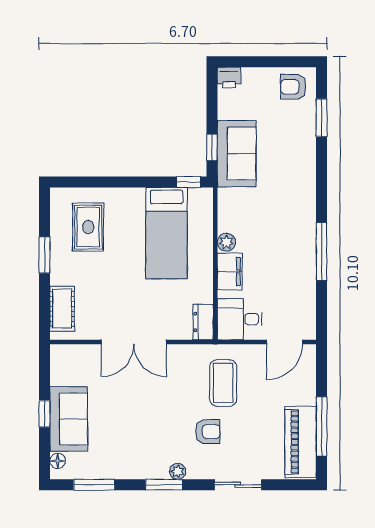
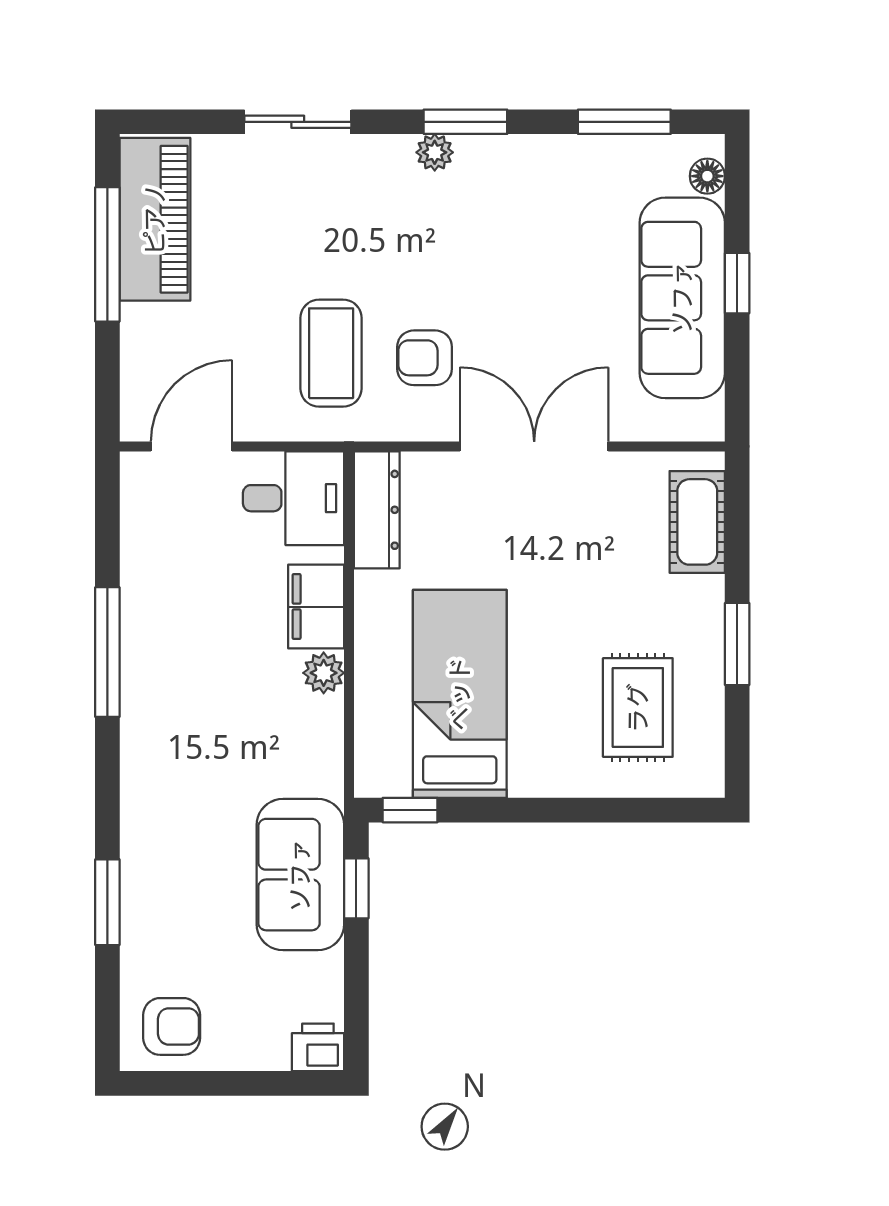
window: (322, 118) -> (107, 902), moved
dresser: (203, 322) -> (377, 510), width x1.44
sofa: (69, 419) -> (682, 298), width x1.36
armchair: (208, 432) -> (425, 358), moved

